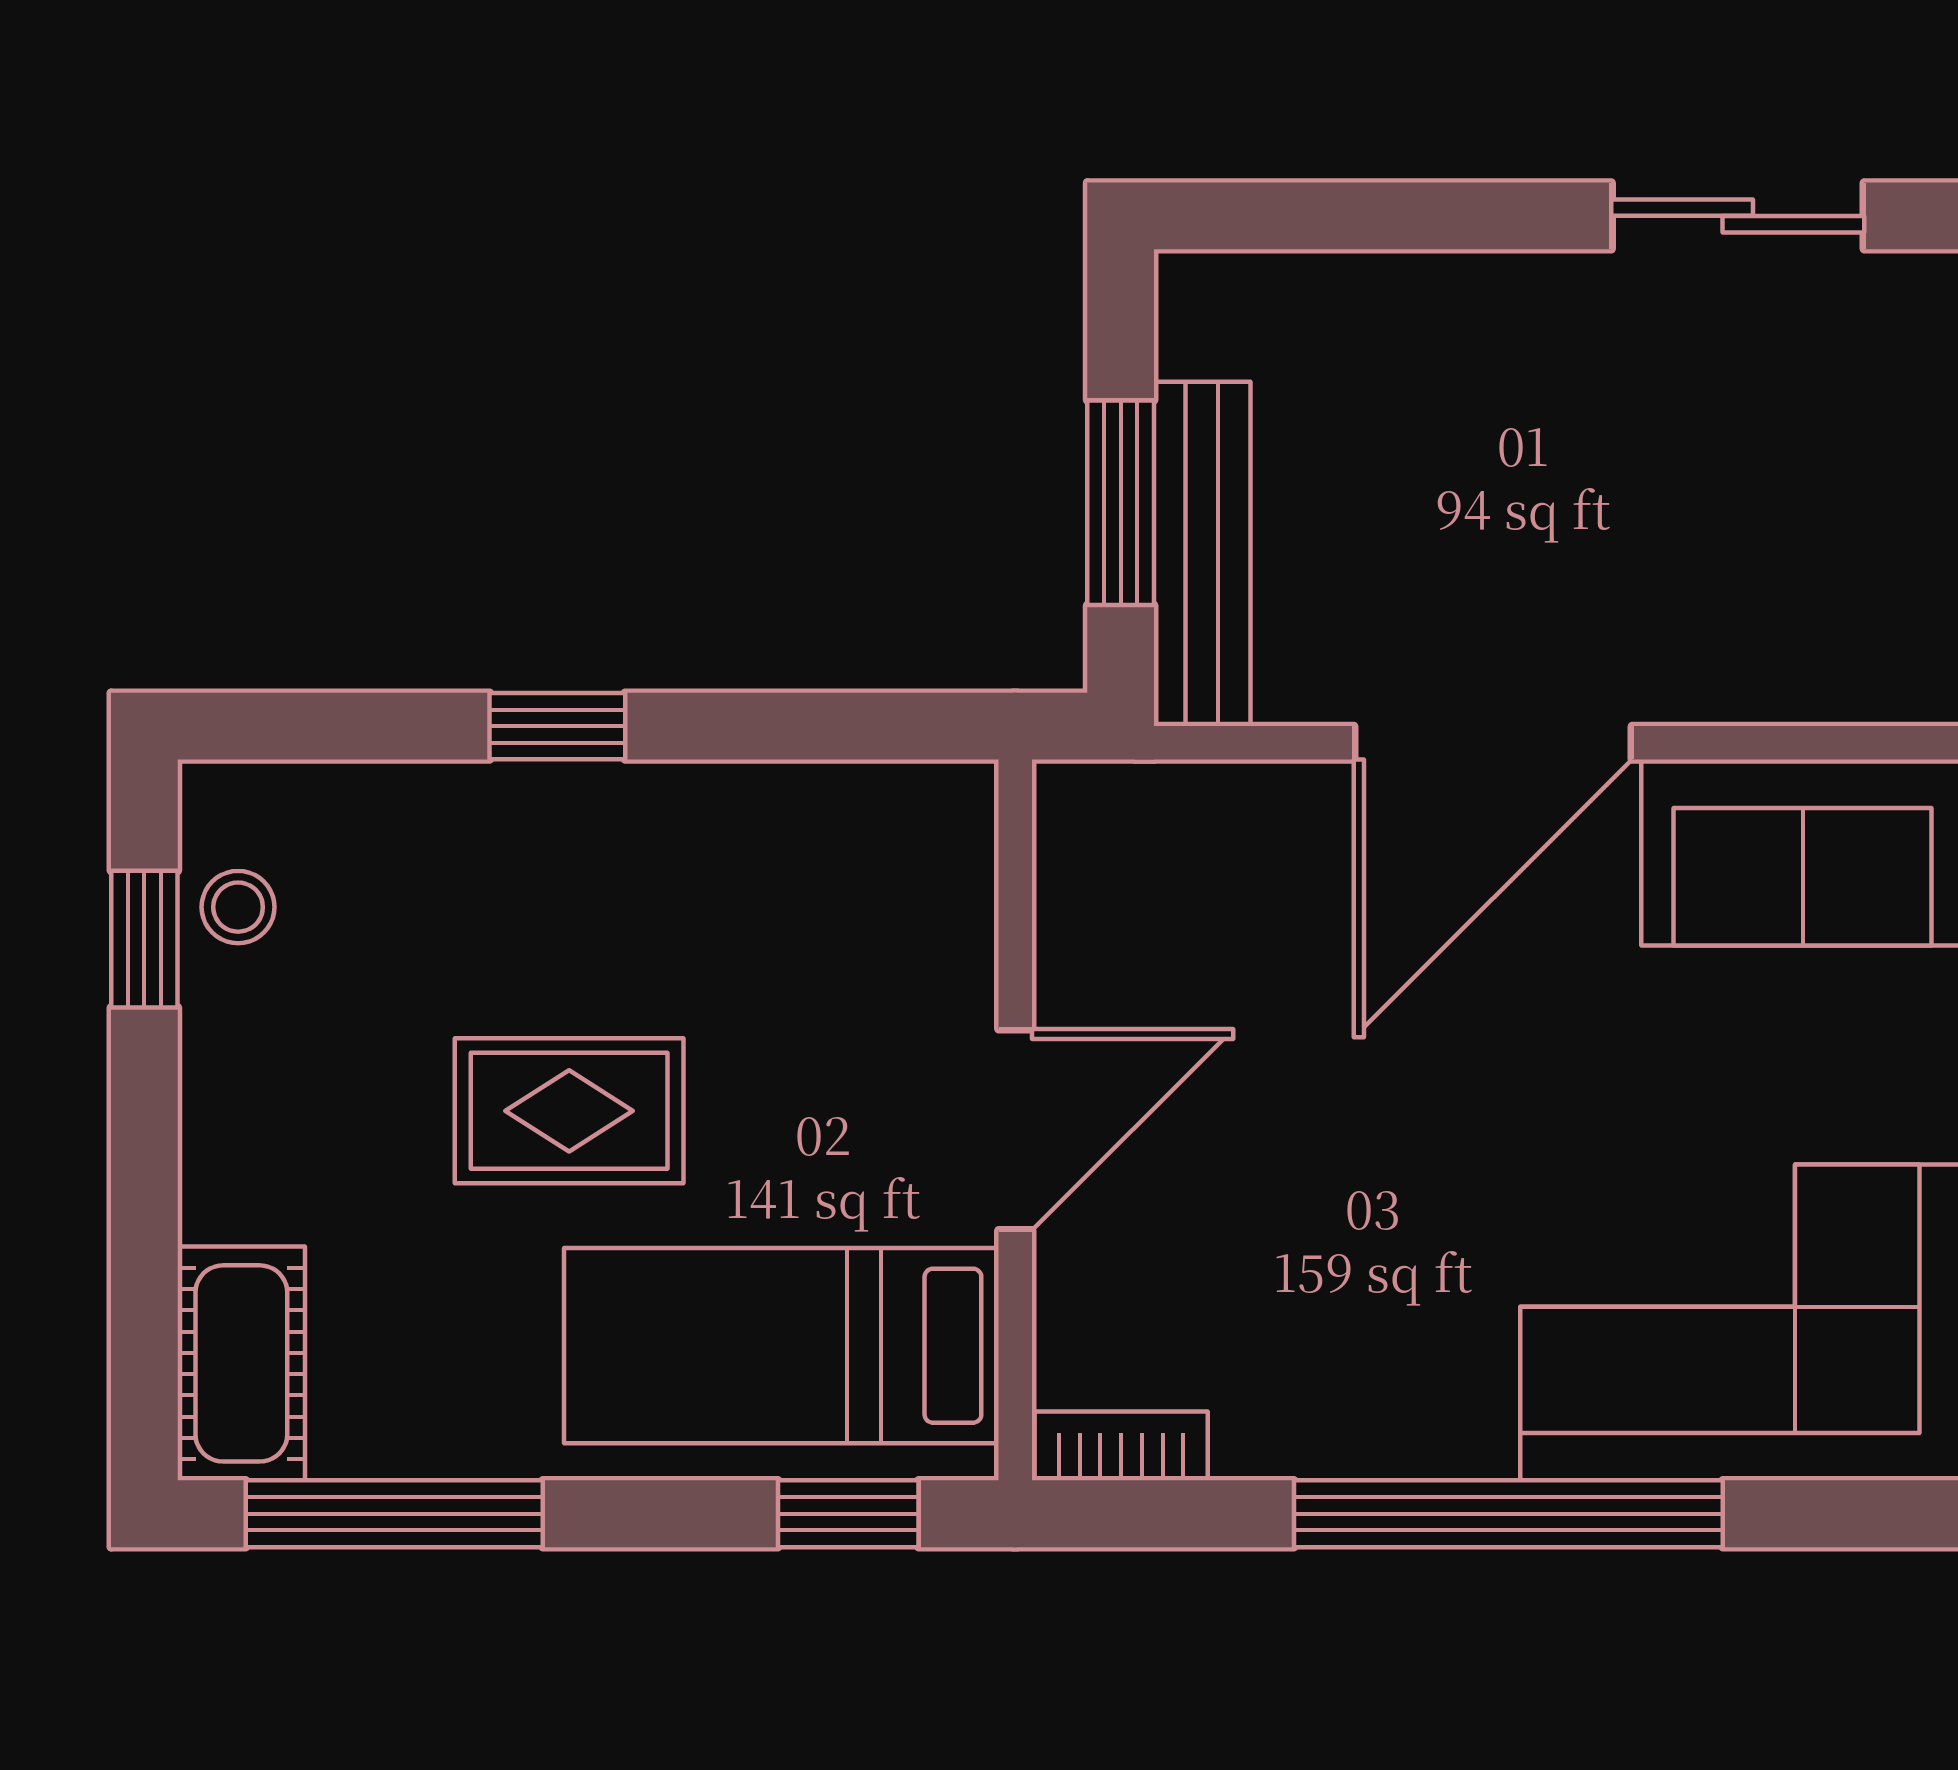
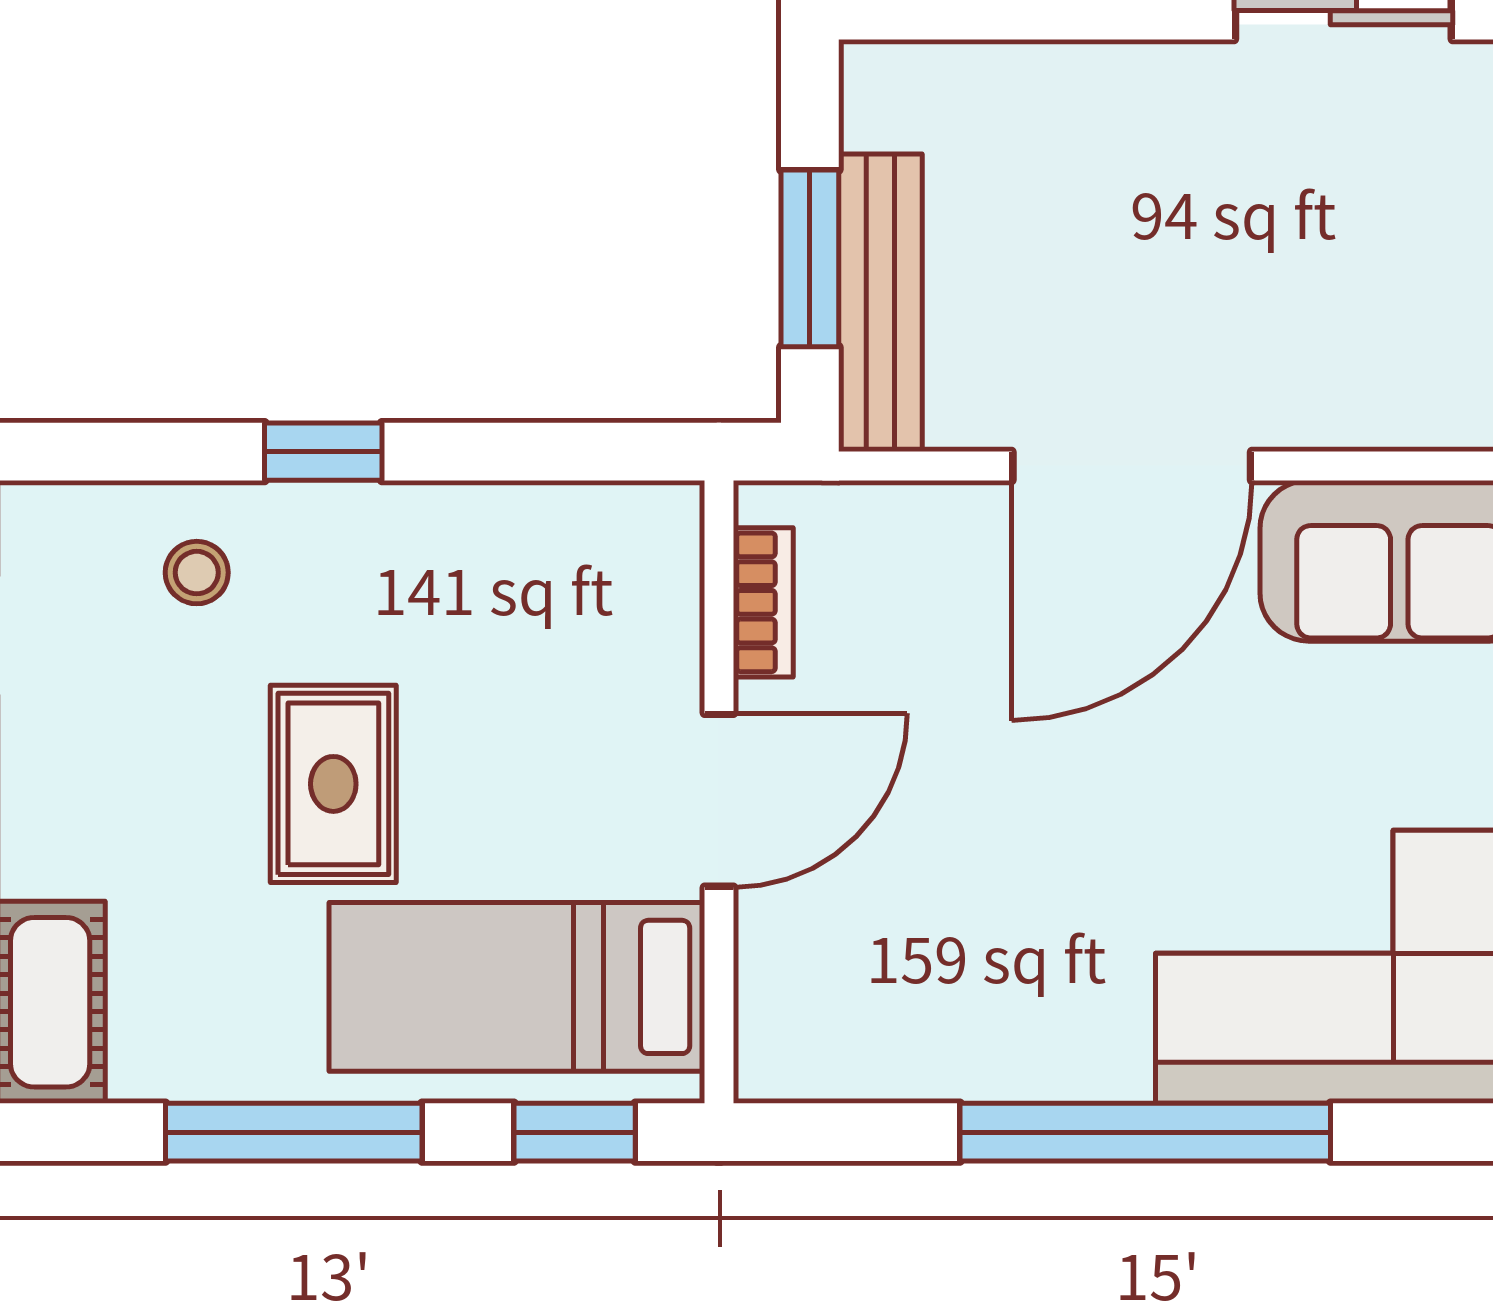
stool: (238, 907) -> (197, 573), moved
rug: (569, 1111) -> (333, 784), turned 90
bookcase: (1121, 1446) -> (763, 602), moved, turned 90
window: (394, 1514) -> (294, 1132), moved

